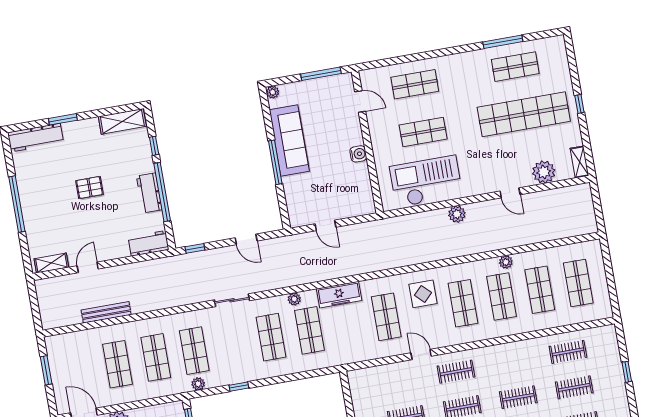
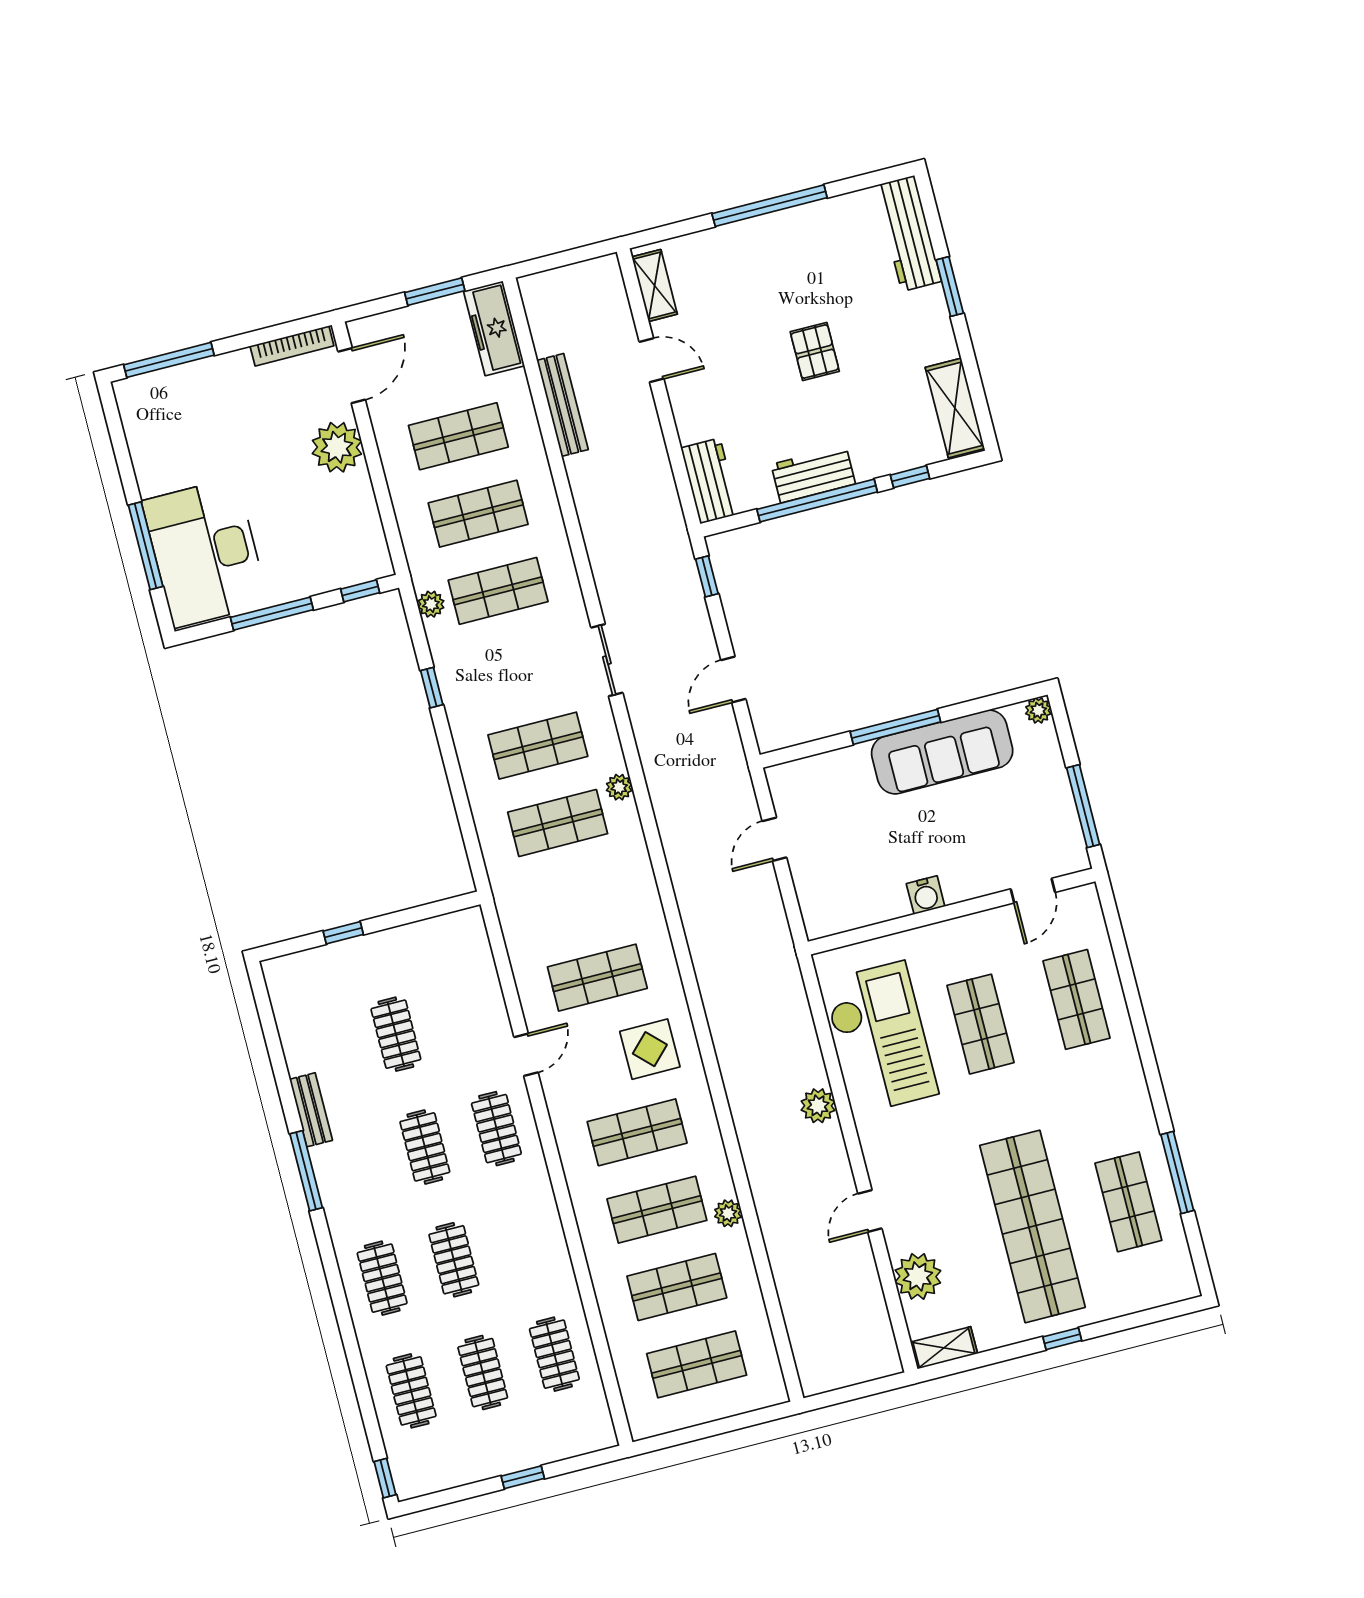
freezer: (339, 295) -> (494, 328), moved

